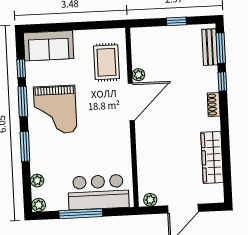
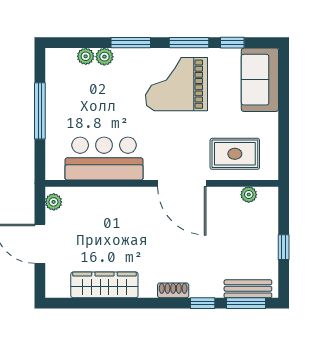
plant: (138, 75) -> (249, 195), moved
bar counter: (98, 192) -> (104, 159), moved, turned -90
plant: (39, 205) -> (104, 57), moved

